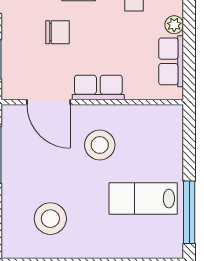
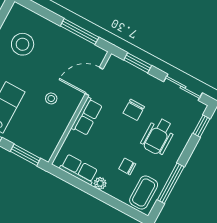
window: (189, 139) -> (25, 155), added
stool: (100, 145) -> (51, 98), width x0.53, depth x0.53

